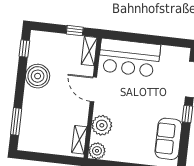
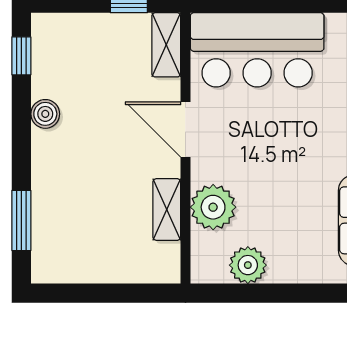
boiler: (38, 76) -> (45, 114), width x0.54, depth x0.54
shelving: (79, 140) -> (167, 209), moved
plant: (97, 151) -> (248, 265), moved

